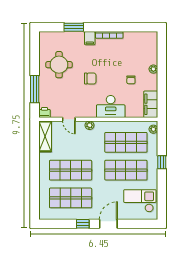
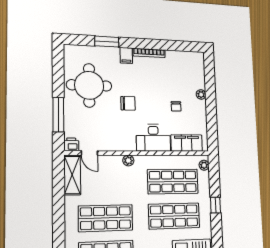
round table: (59, 65) -> (89, 85), width x1.36, depth x1.36
filing cabinet: (151, 104) -> (187, 143), moved, turned 90
door: (69, 119) -> (89, 153), moved

